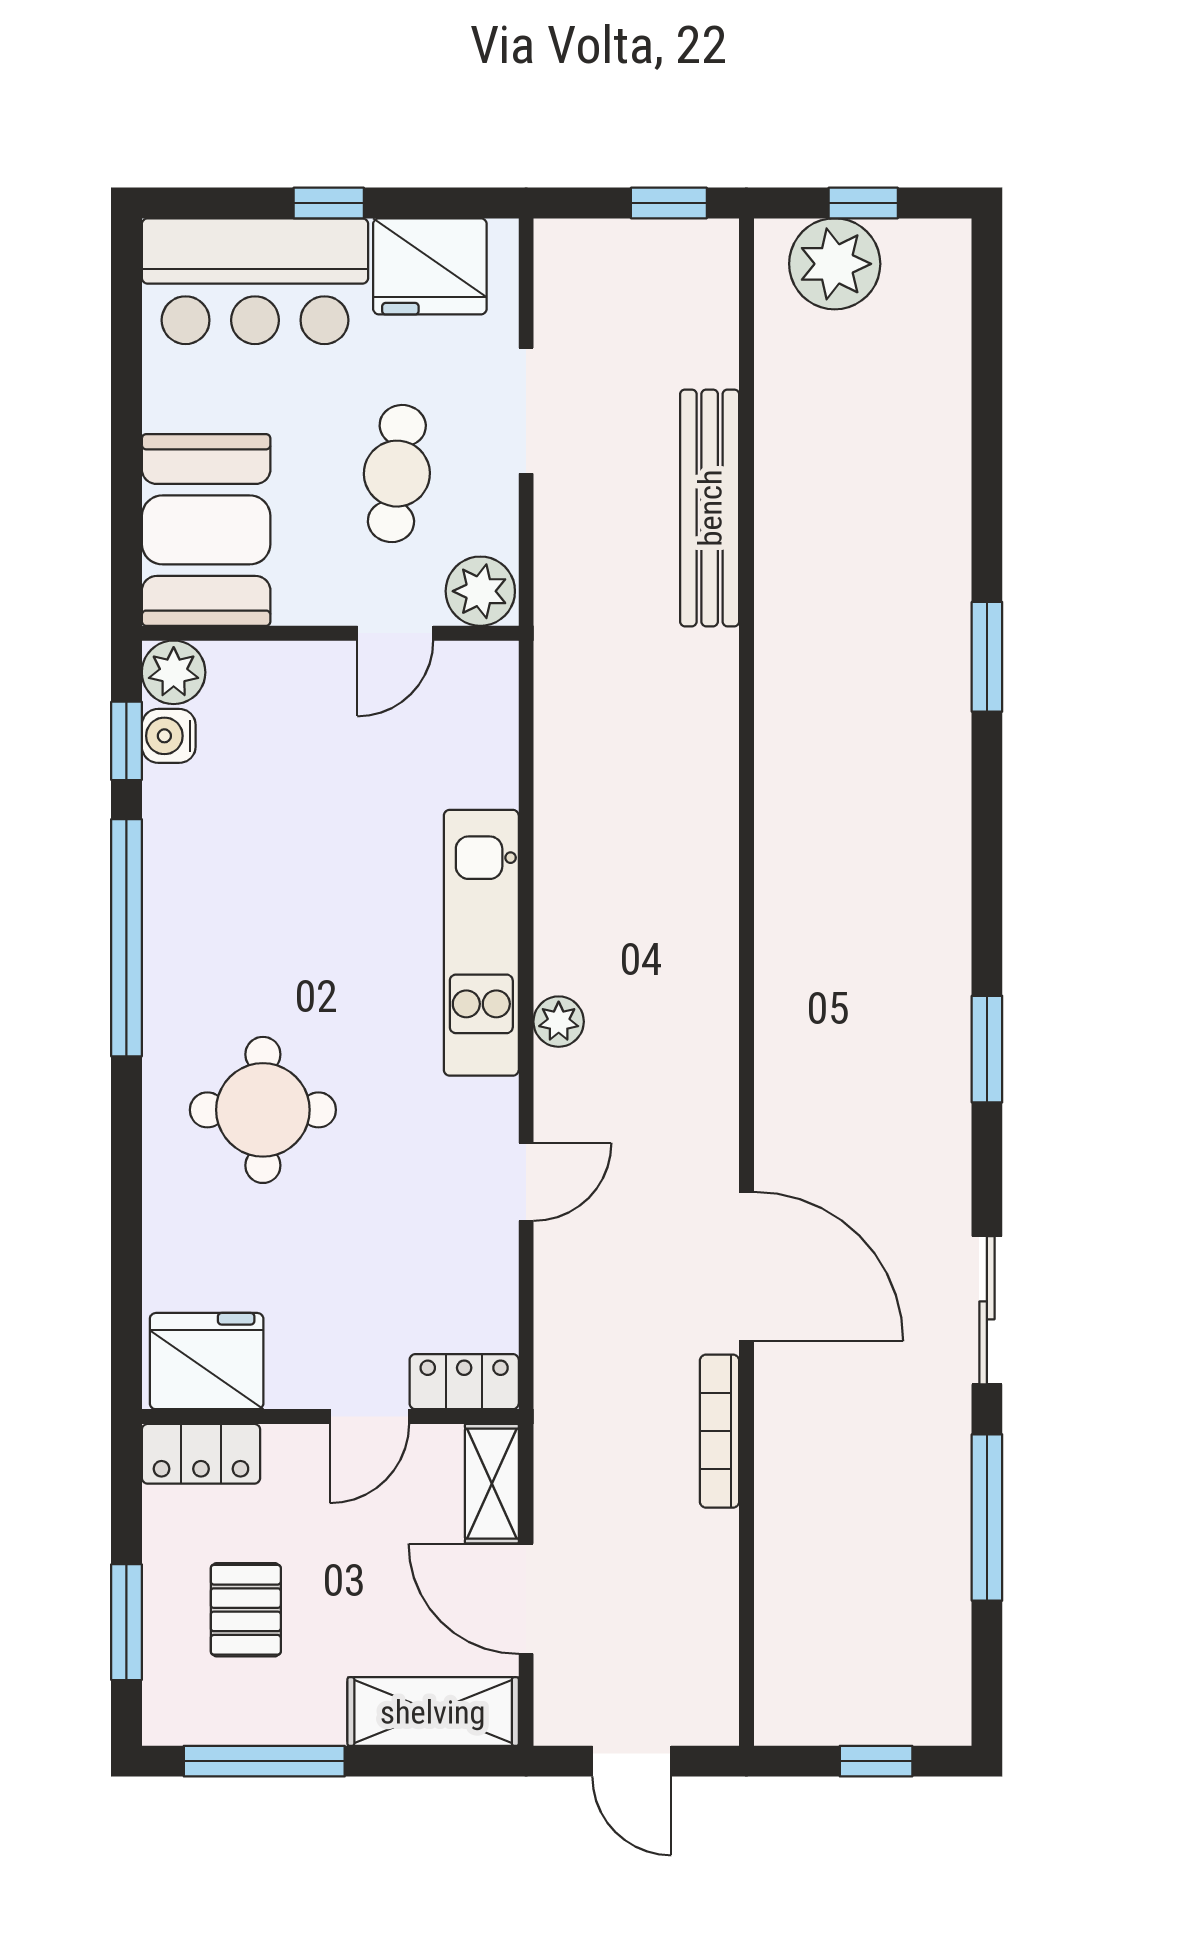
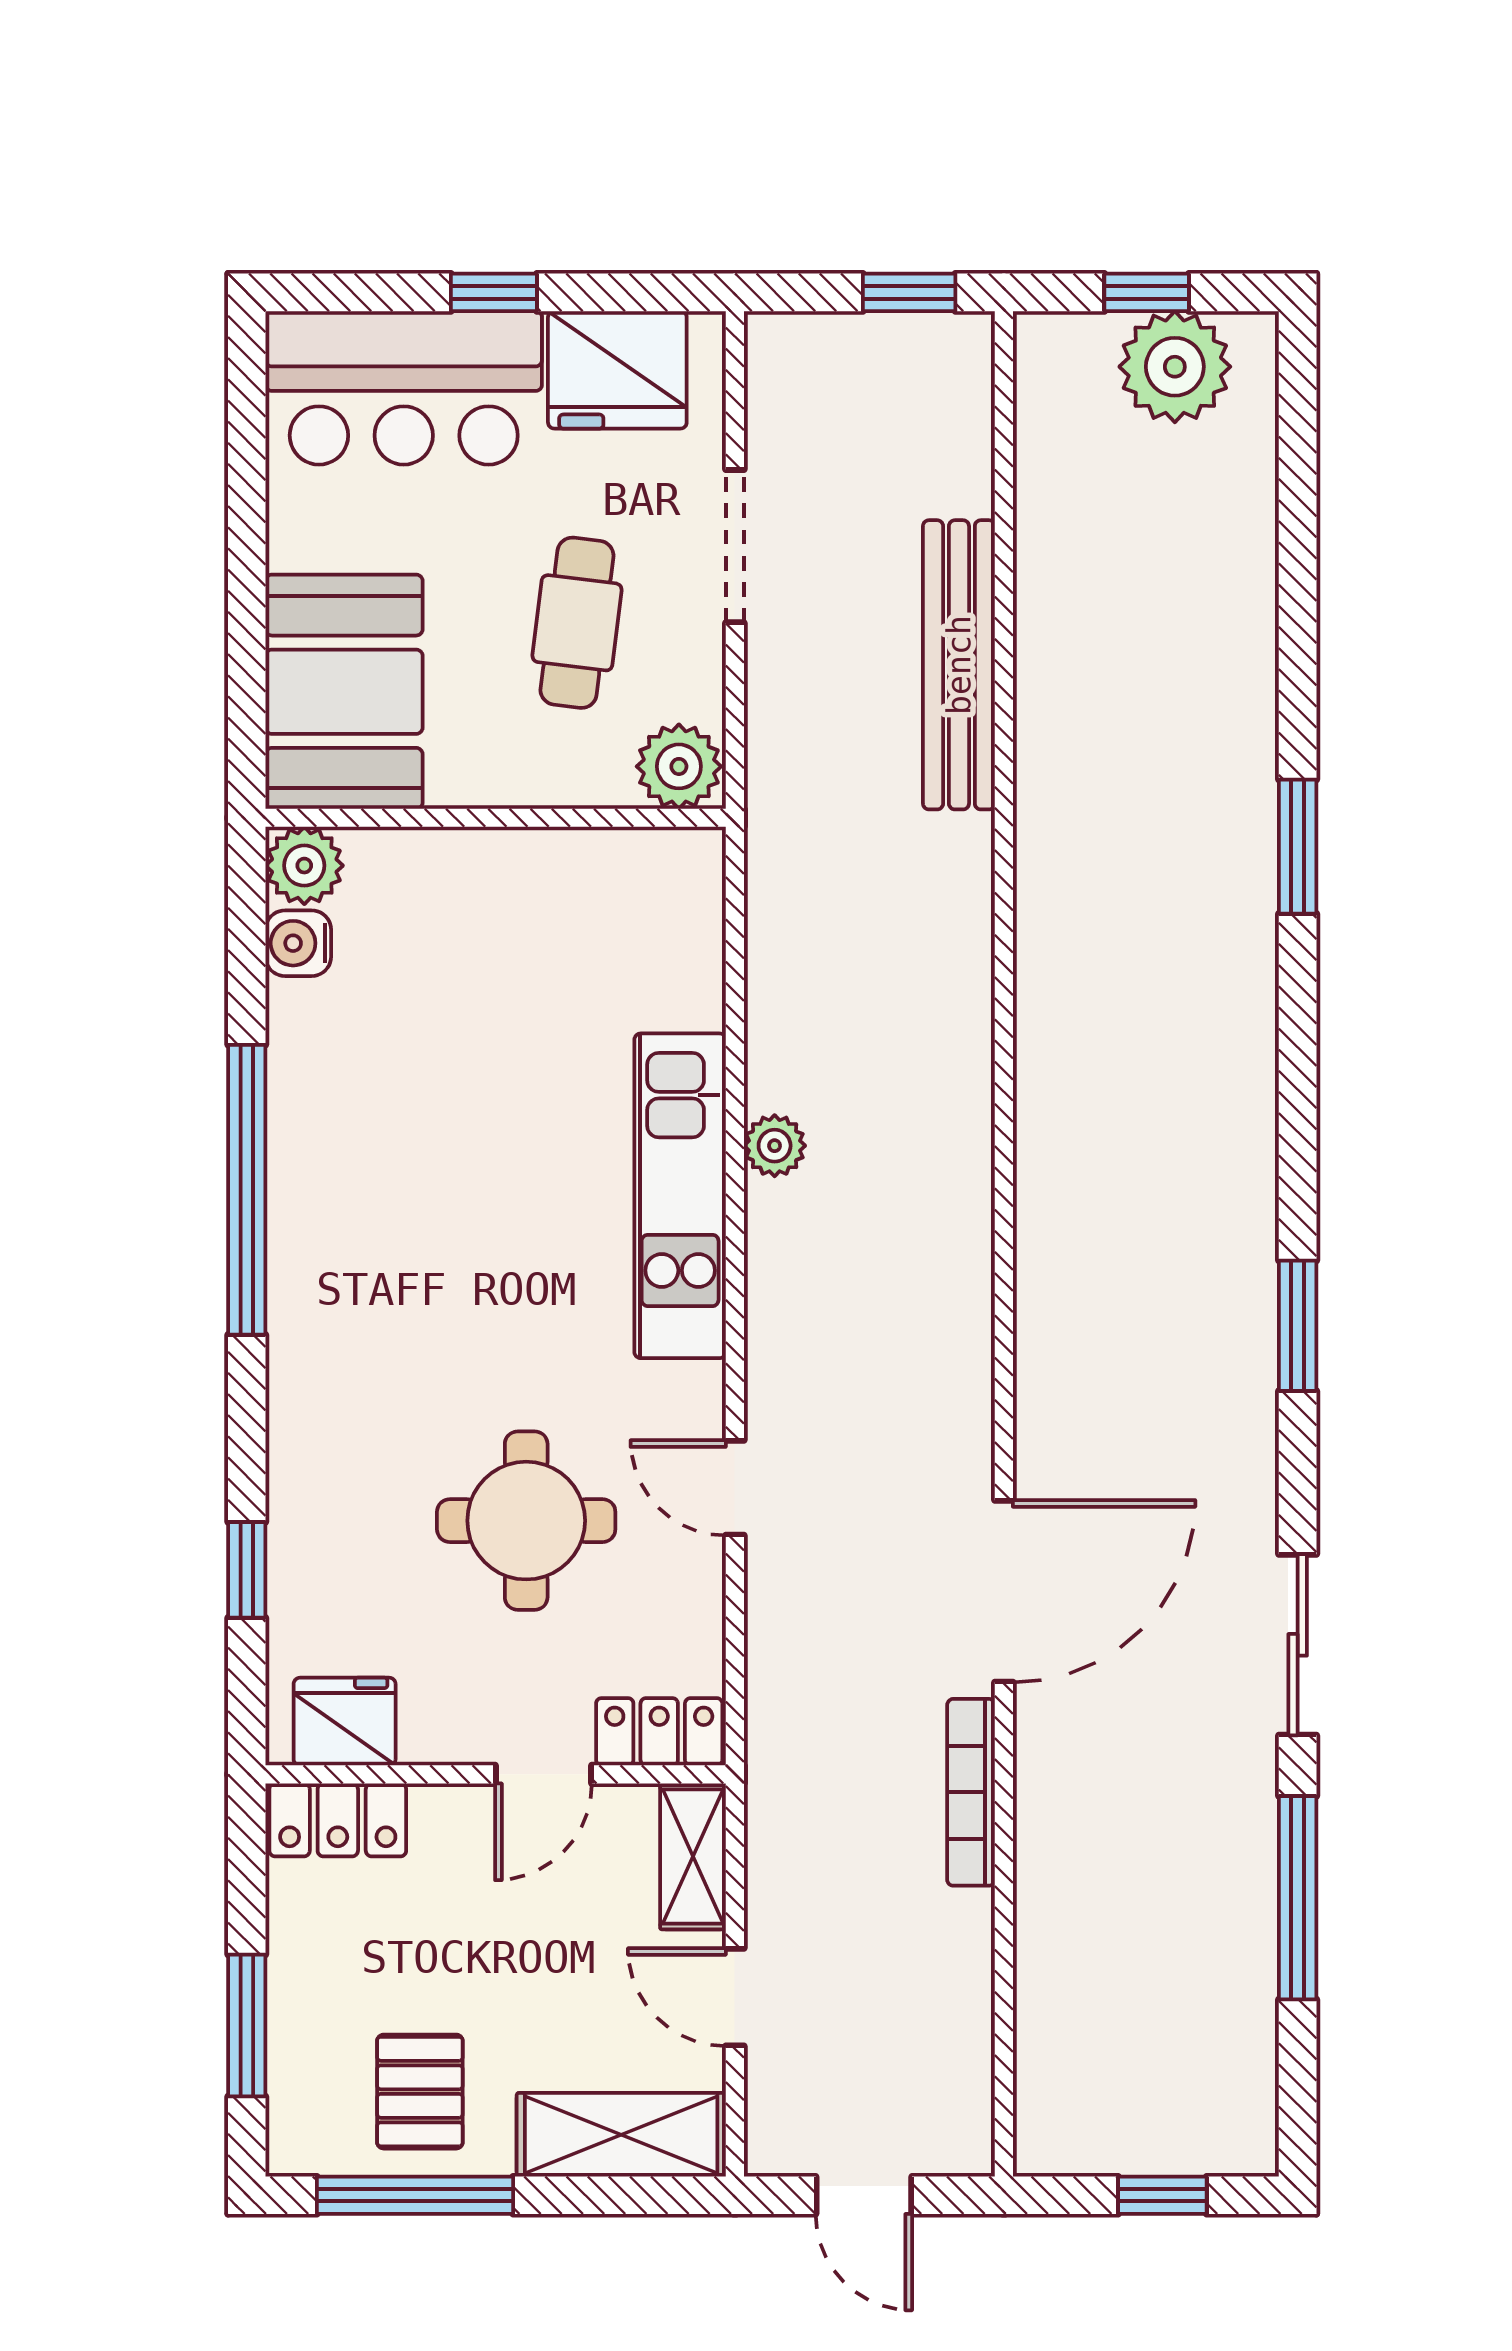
plant: (835, 264) -> (1175, 367), moved
door: (395, 633) -> (575, 818), removed
window: (126, 741) -> (247, 1570), moved
plant: (559, 1022) -> (775, 1146), moved
round table: (263, 1110) -> (526, 1521), moved
door: (526, 1182) -> (735, 1488), swing flipped
door: (746, 1267) -> (1004, 1591), hinge flipped
fridge: (207, 1361) -> (345, 1722), width x0.73, depth x0.75
door: (526, 1599) -> (735, 1997), width x0.73
pallet: (246, 1610) -> (420, 2092), moved

